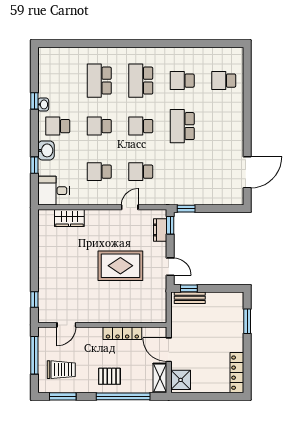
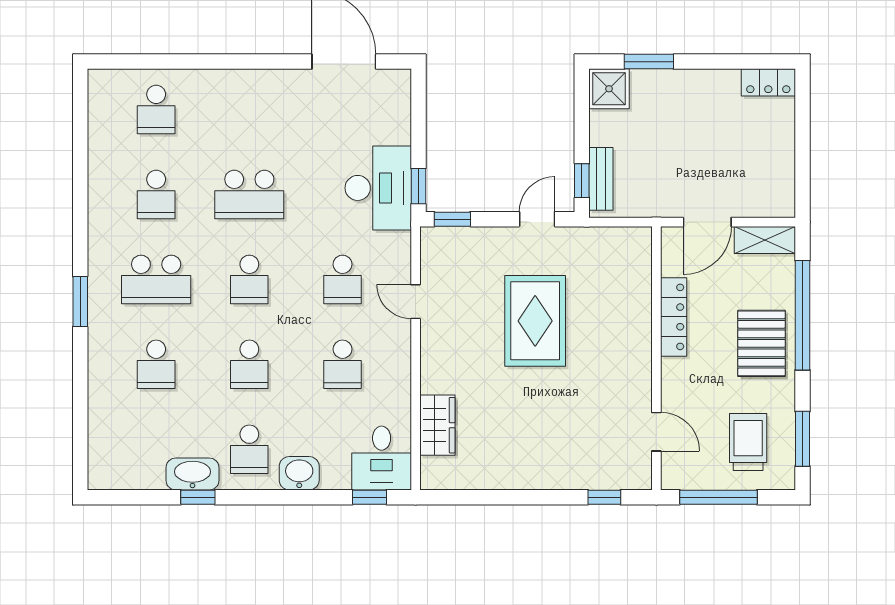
window: (130, 44) -> (80, 302), added
school desk: (99, 81) -> (156, 364), width x0.54
washbasin: (43, 104) -> (193, 474), width x1.91, depth x1.45
window: (34, 165) -> (370, 497), moved
desk: (185, 189) -> (378, 188), added
dresser: (160, 230) -> (462, 240), removed
locker: (237, 373) -> (768, 82), width x0.66
pallet: (109, 376) -> (762, 343), width x1.50, depth x1.42
shower: (181, 380) -> (609, 89), moved

